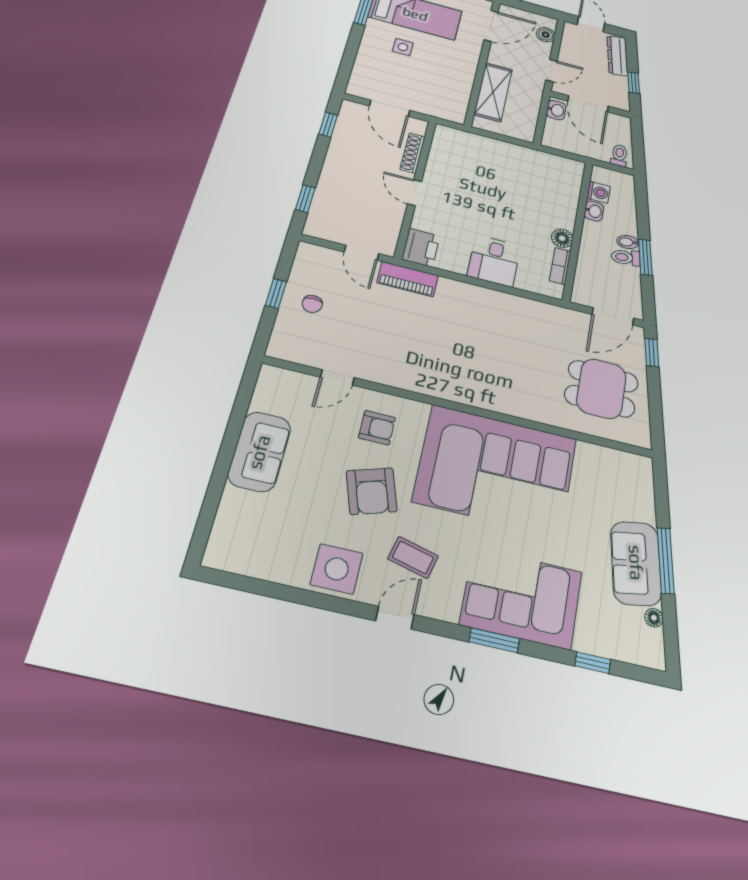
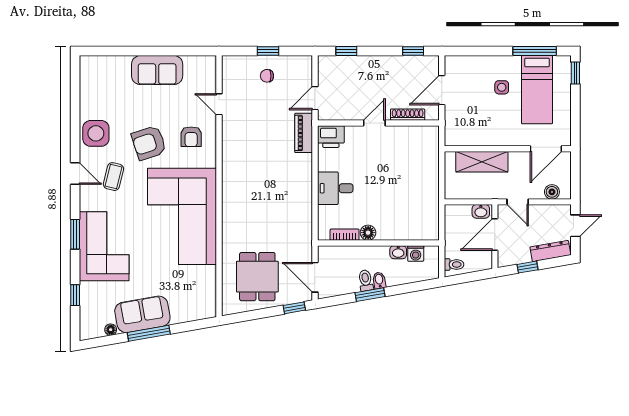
door: (491, 26) -> (546, 149), hinge flipped

